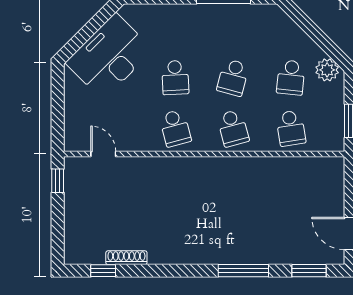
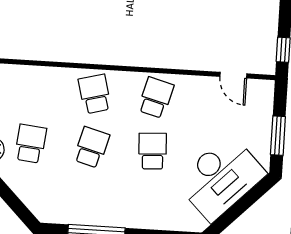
window: (58, 99) -> (278, 136), added
school desk: (175, 128) -> (156, 98), turned 30
school desk: (291, 128) -> (34, 90), removed

